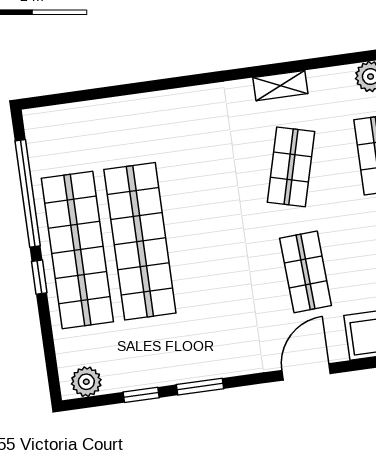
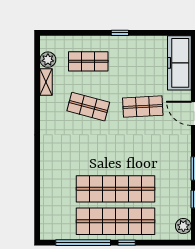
shelving: (280, 86) -> (46, 82), moved

